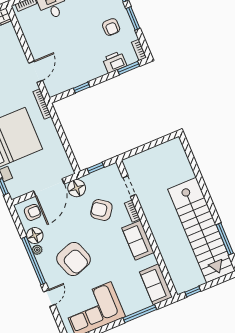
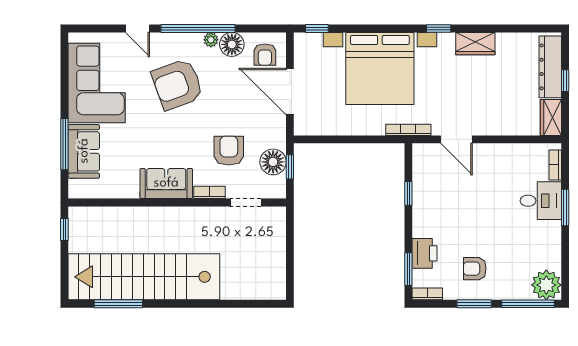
floor lamp: (77, 188) -> (273, 162), moved
armchair: (101, 210) -> (229, 151), turned -36
sofa: (156, 284) -> (84, 151), moved, turned 90

